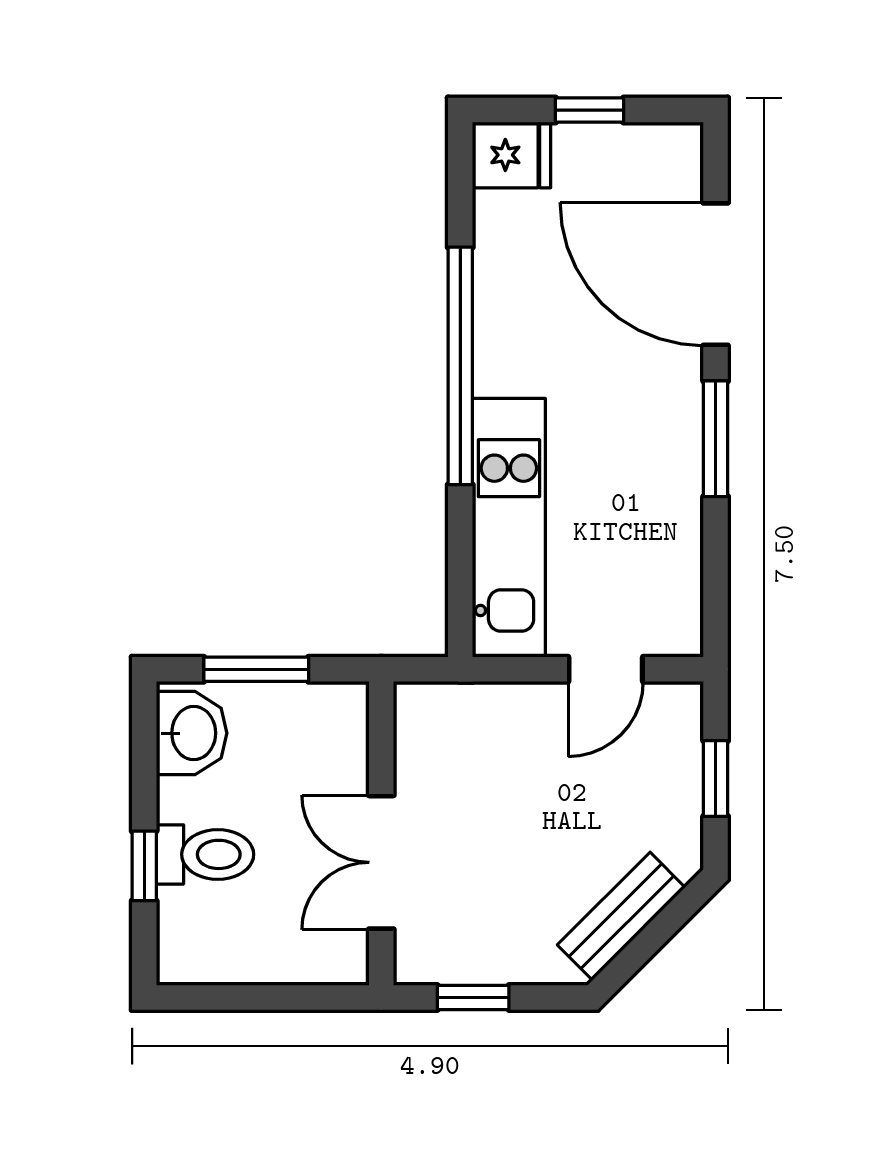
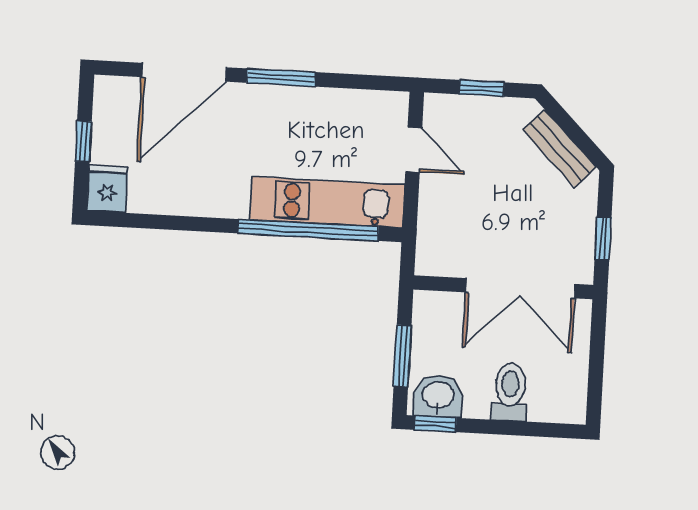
window: (460, 366) -> (308, 230), moved
double door: (381, 862) -> (520, 288), width x1.37
window: (144, 866) -> (435, 424), moved

